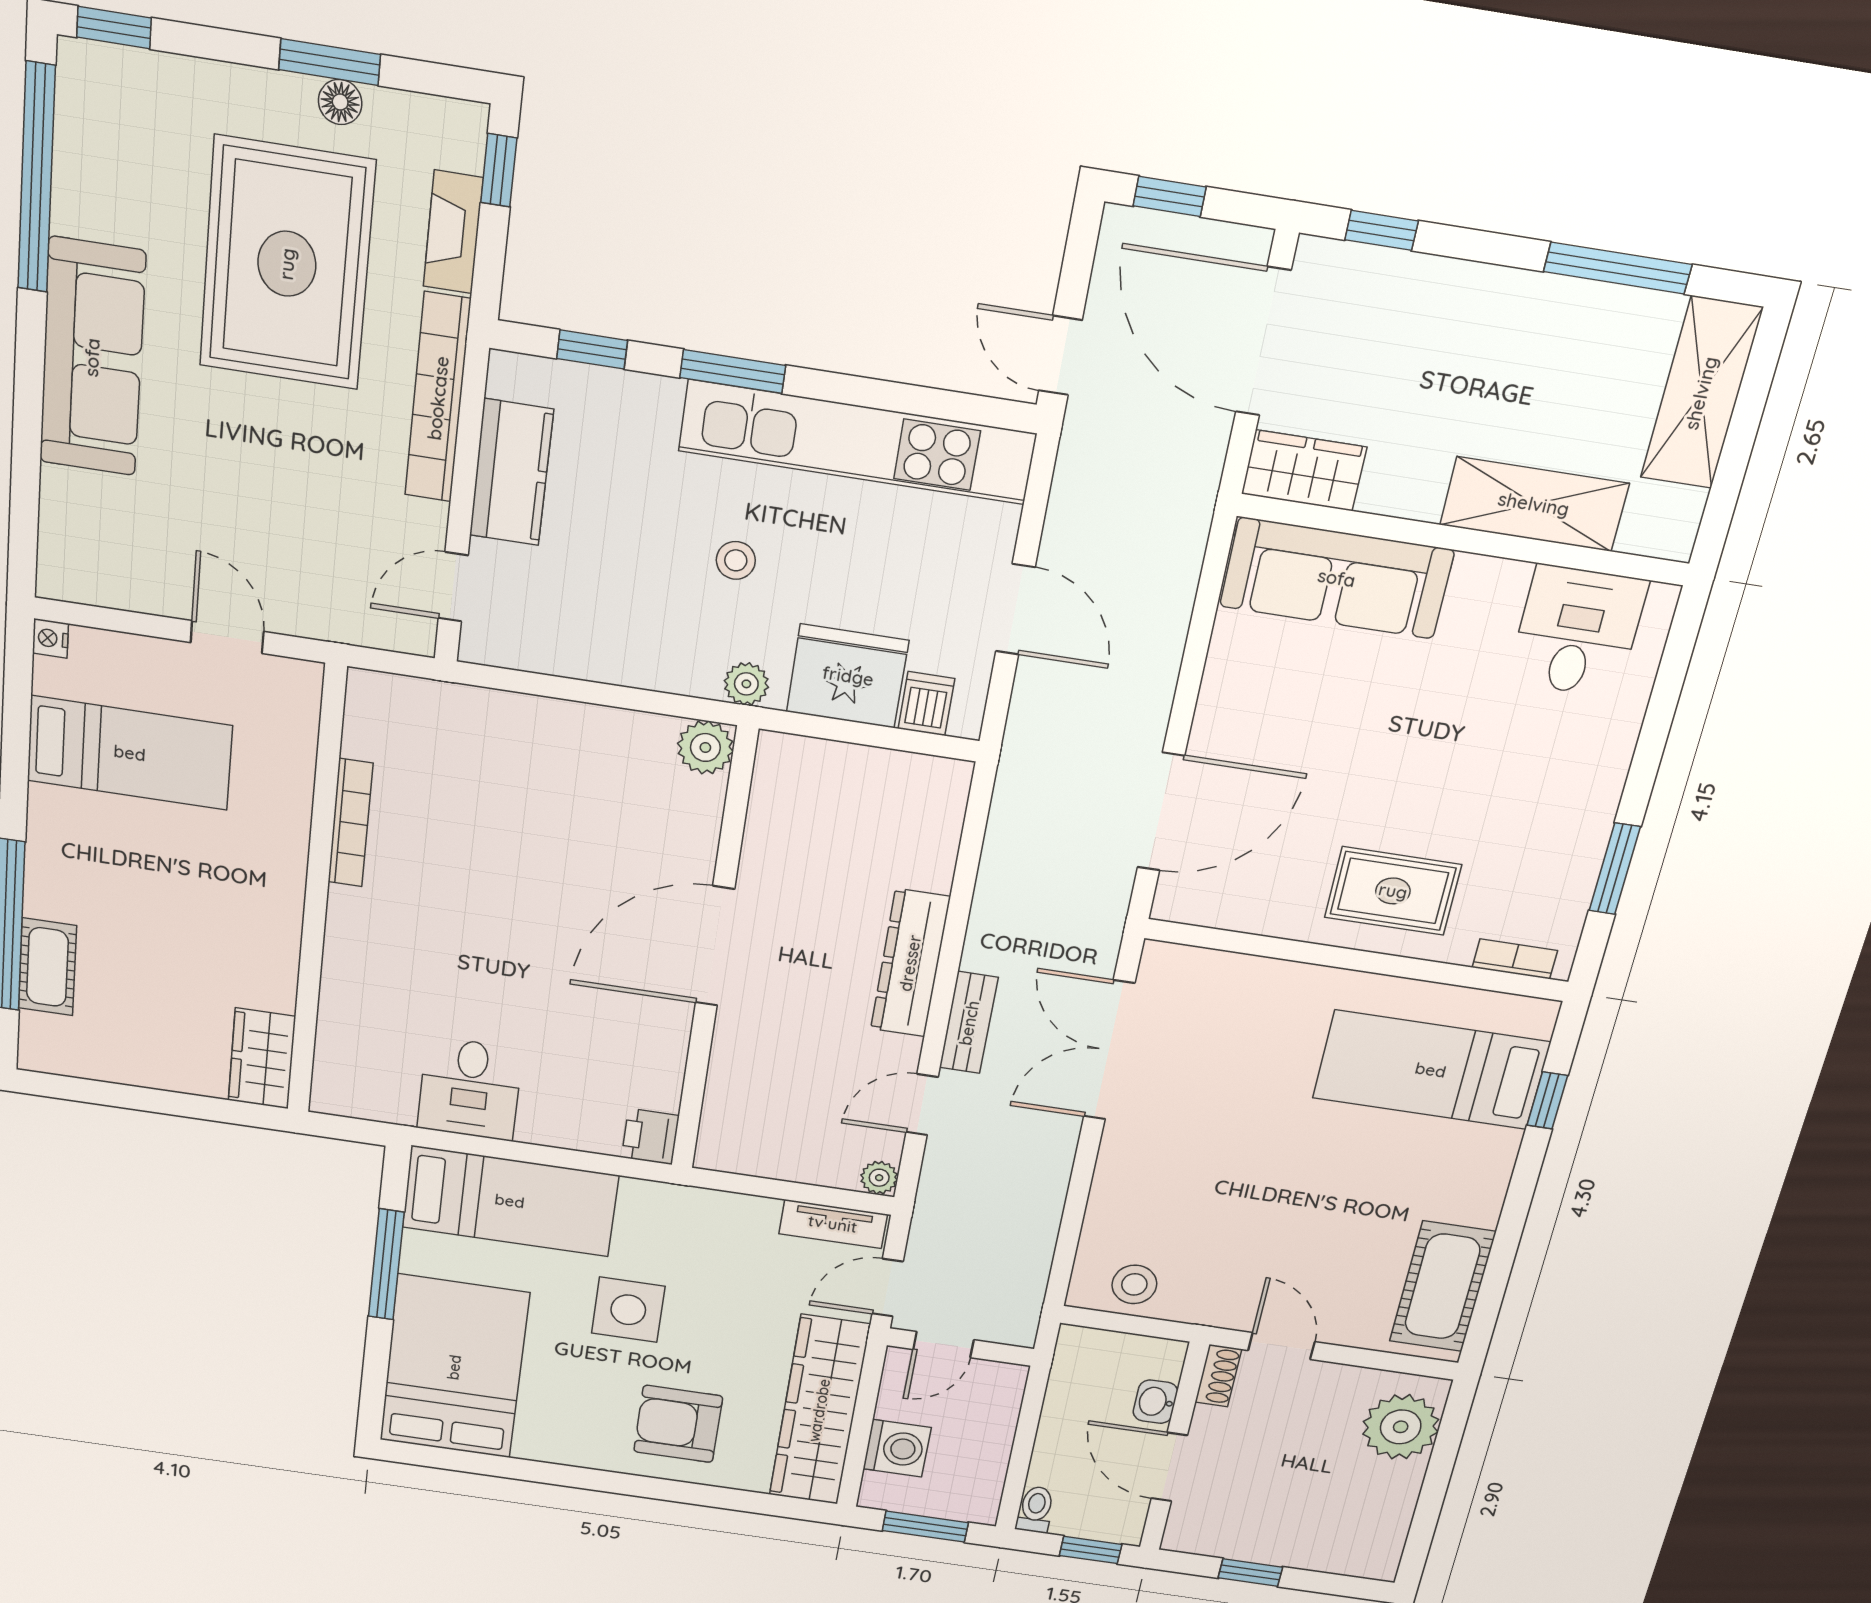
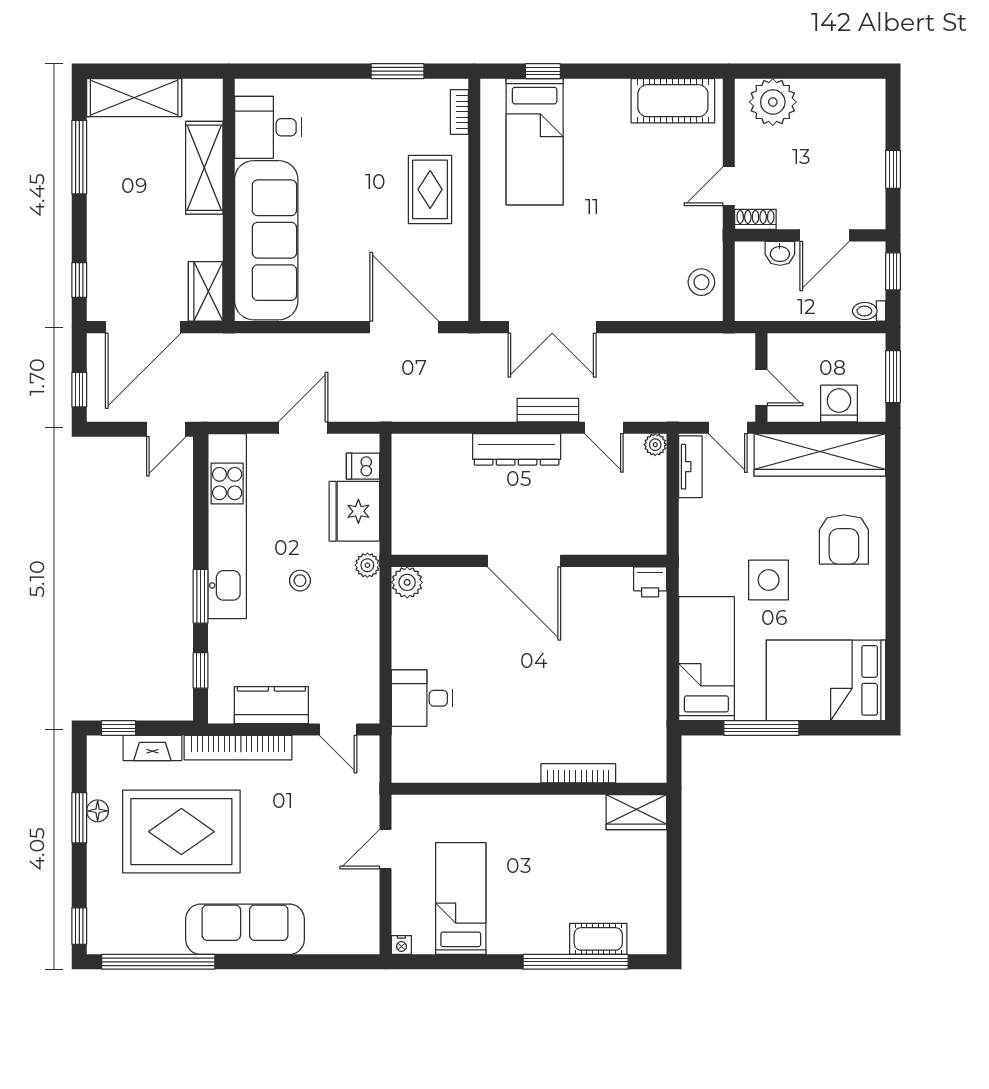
sofa: (1337, 578) -> (266, 240), width x1.36, depth x1.27
bookcase: (350, 823) -> (578, 773), moved
desk: (470, 1089) -> (422, 698), moved, turned 180

